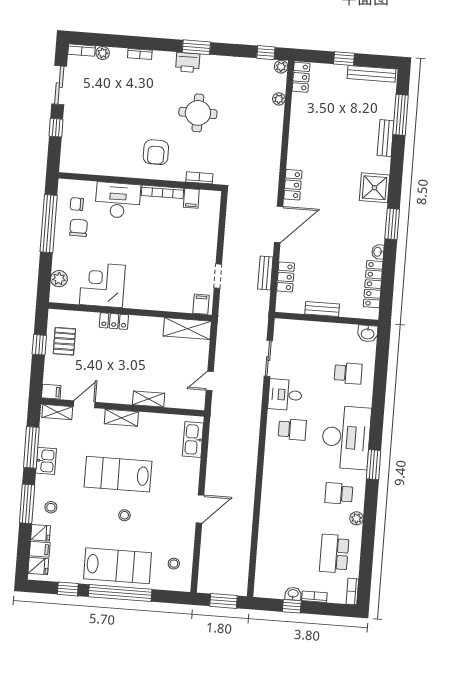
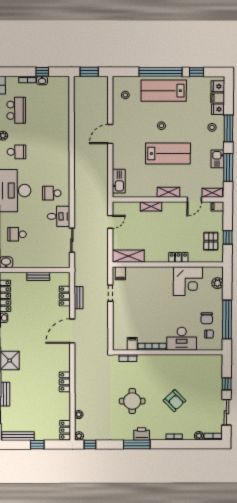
window: (196, 47) -> (137, 444), width x1.44
armchair: (156, 152) -> (174, 401), moved, turned 136
locker: (293, 185) -> (65, 382), moved

